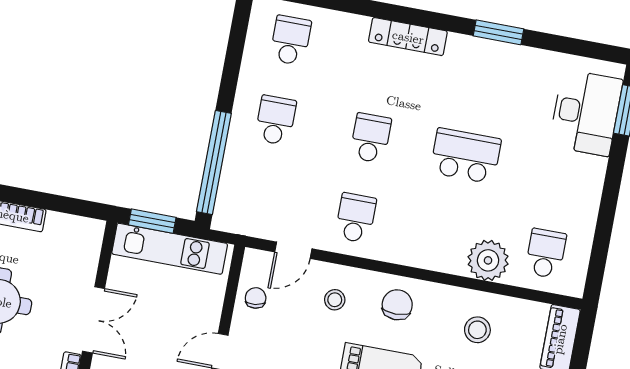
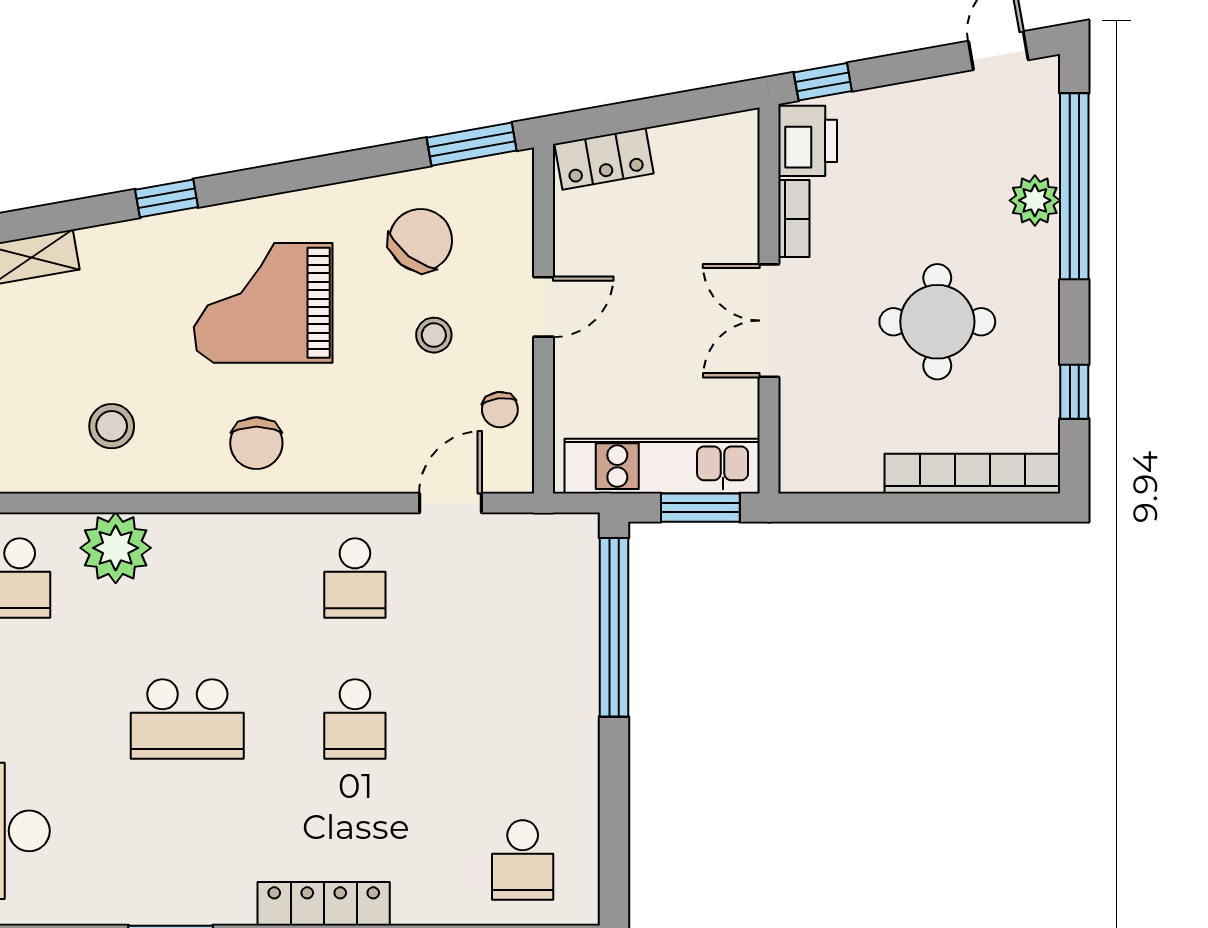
school desk: (276, 120) -> (523, 719), removed
stool: (335, 300) -> (434, 335), moved

